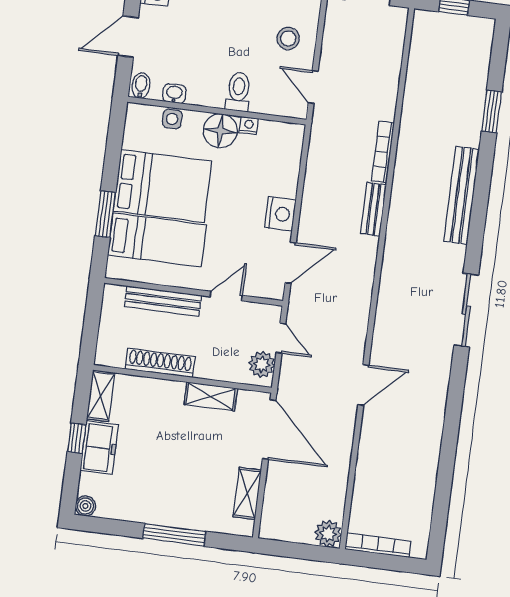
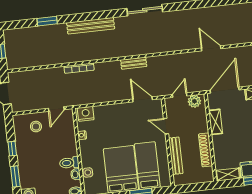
toilet: (238, 92) -> (69, 163), moved
floor lamp: (220, 131) -> (88, 148), removed
bench: (373, 209) -> (134, 63), moved
nightstand: (280, 214) -> (86, 114), moved
door: (363, 385) -> (211, 48), moved

